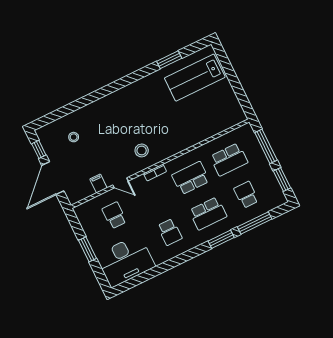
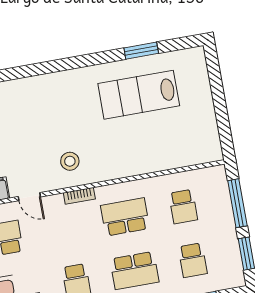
lab bench: (195, 78) -> (139, 95), moved
school desk: (229, 159) -> (183, 207), width x0.54
school desk: (246, 195) -> (193, 260), turned 180

